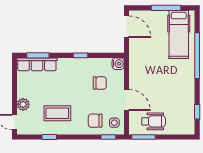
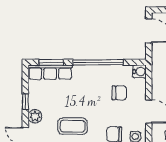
window: (81, 55) -> (98, 62), width x3.17
window: (14, 91) -> (25, 102), added

